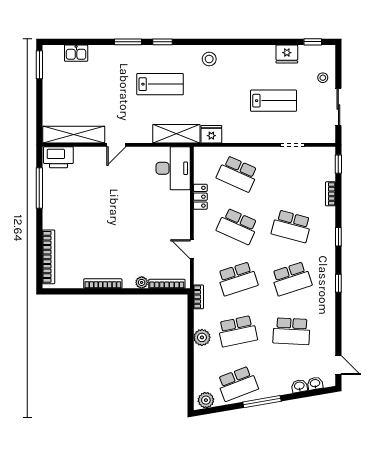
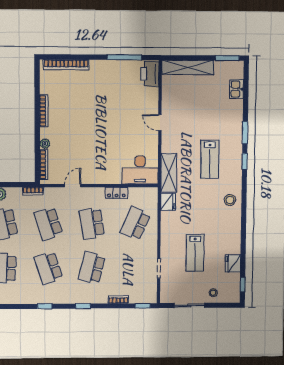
shelving: (74, 135) -> (188, 67), moved, turned 90
school desk: (237, 226) -> (92, 223), turned -33

